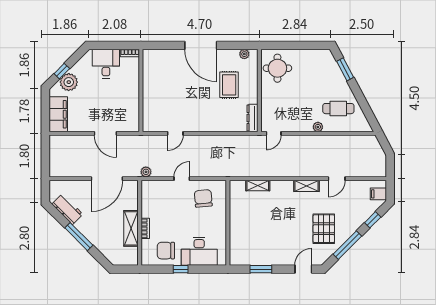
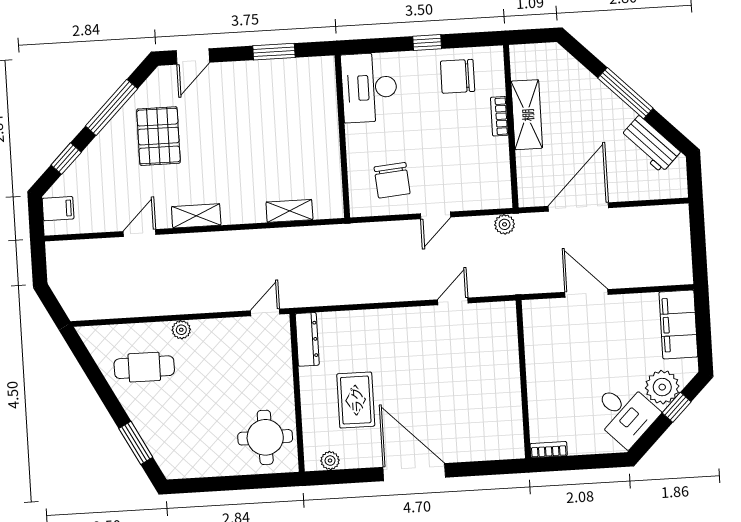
desk: (106, 64) -> (625, 413), moved, turned -45
chair: (166, 251) -> (458, 76), turned 180
desk: (199, 251) -> (369, 88), moved, turned -90

